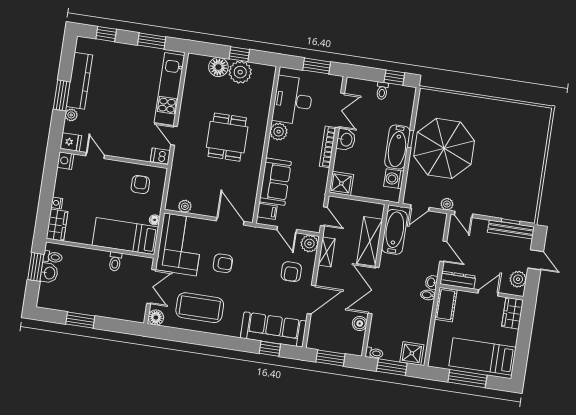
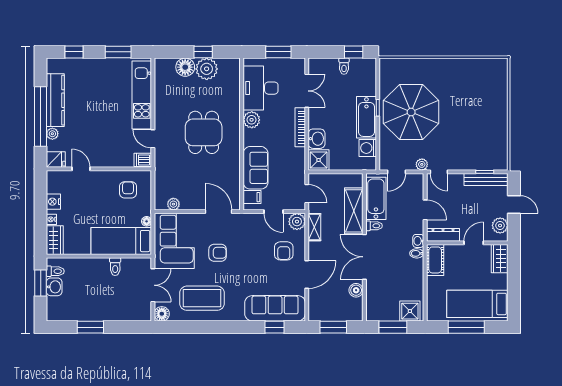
window: (62, 95) -> (41, 117), width x2.11
washbasin: (346, 140) -> (317, 139), moved
nightstand: (65, 161) -> (53, 202), moved
toilet: (374, 353) -> (374, 226), moved

